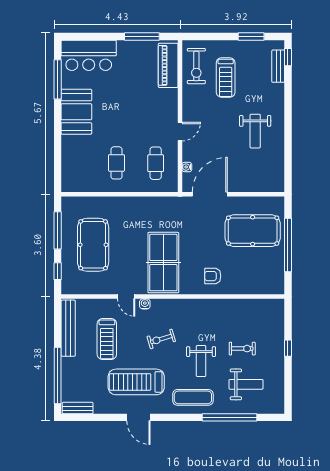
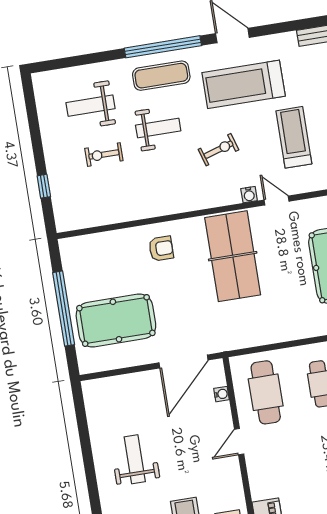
cafe table: (156, 163) -> (266, 392), width x1.37, depth x1.35
window: (288, 348) -> (44, 186), moved
weight bench: (201, 361) -> (158, 128), turned 90
treadmill: (136, 382) -> (244, 84), turned 180
window: (229, 417) -> (163, 47), moved

